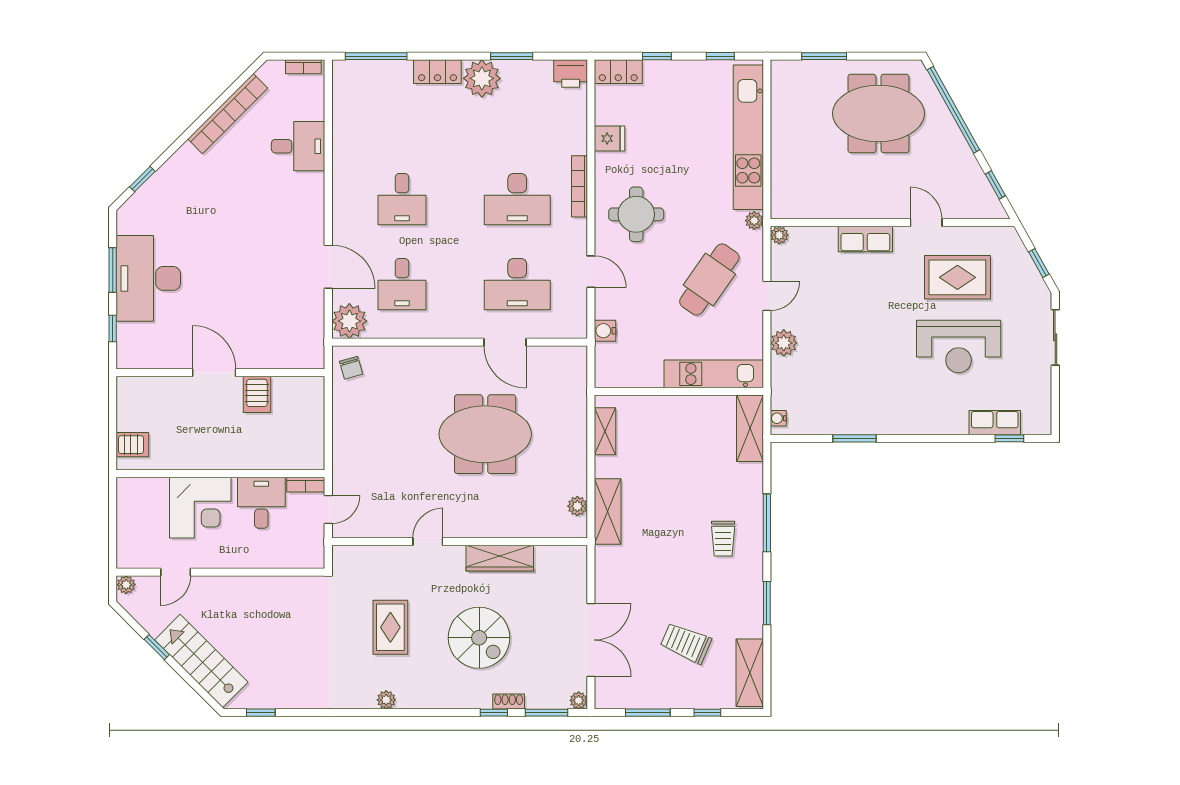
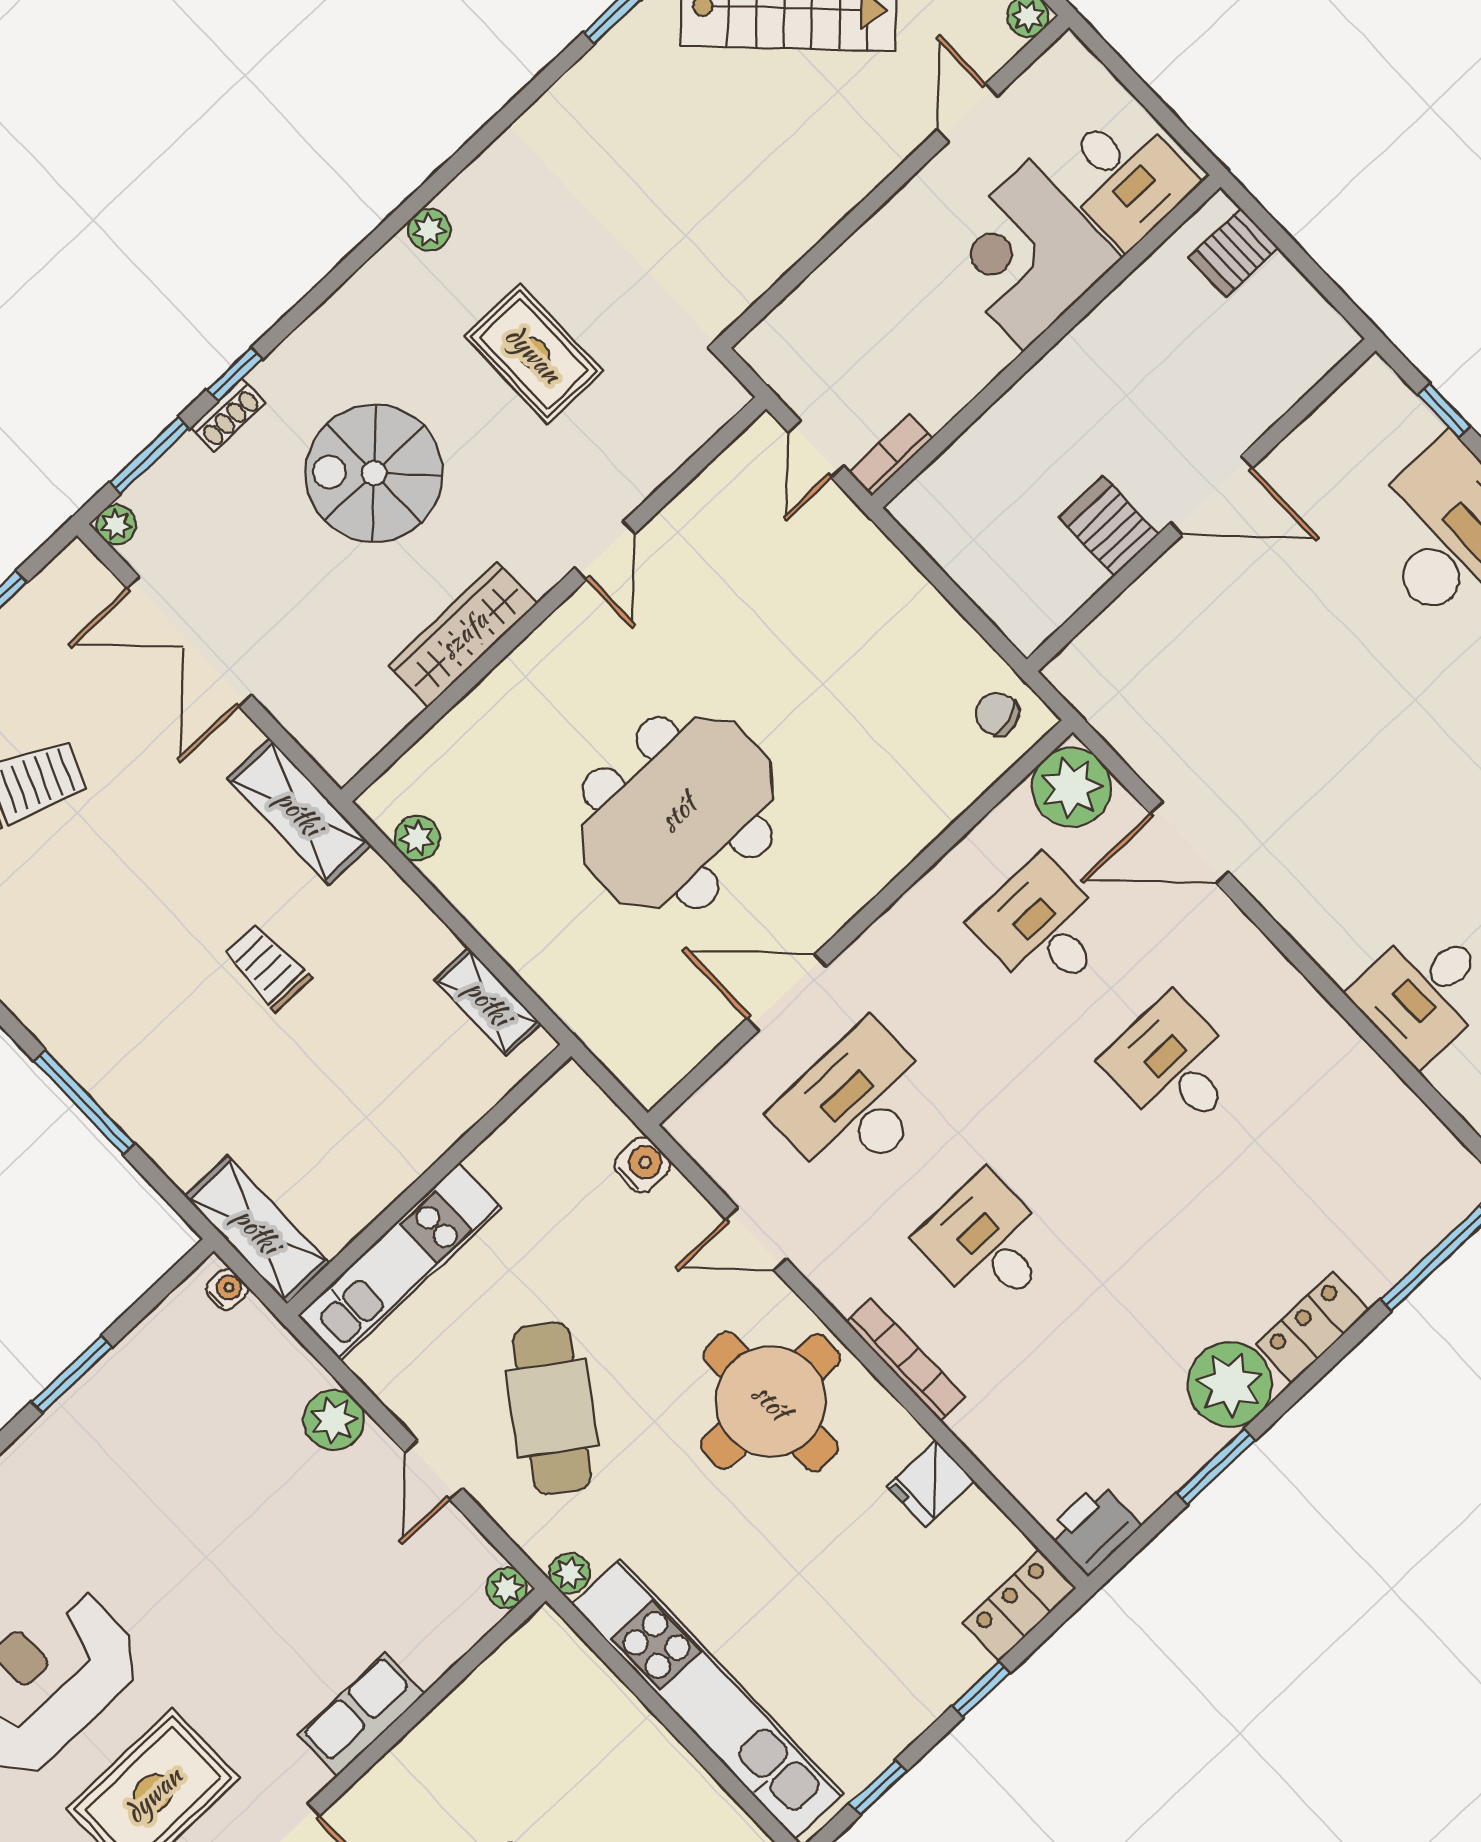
desk: (517, 199) -> (987, 1243), width x0.73
round table: (636, 214) -> (771, 1401), width x1.36, depth x1.36
desk: (261, 503) -> (1125, 177), moved
shelving: (608, 511) -> (299, 812), moved
trolley: (723, 539) -> (267, 967), moved

